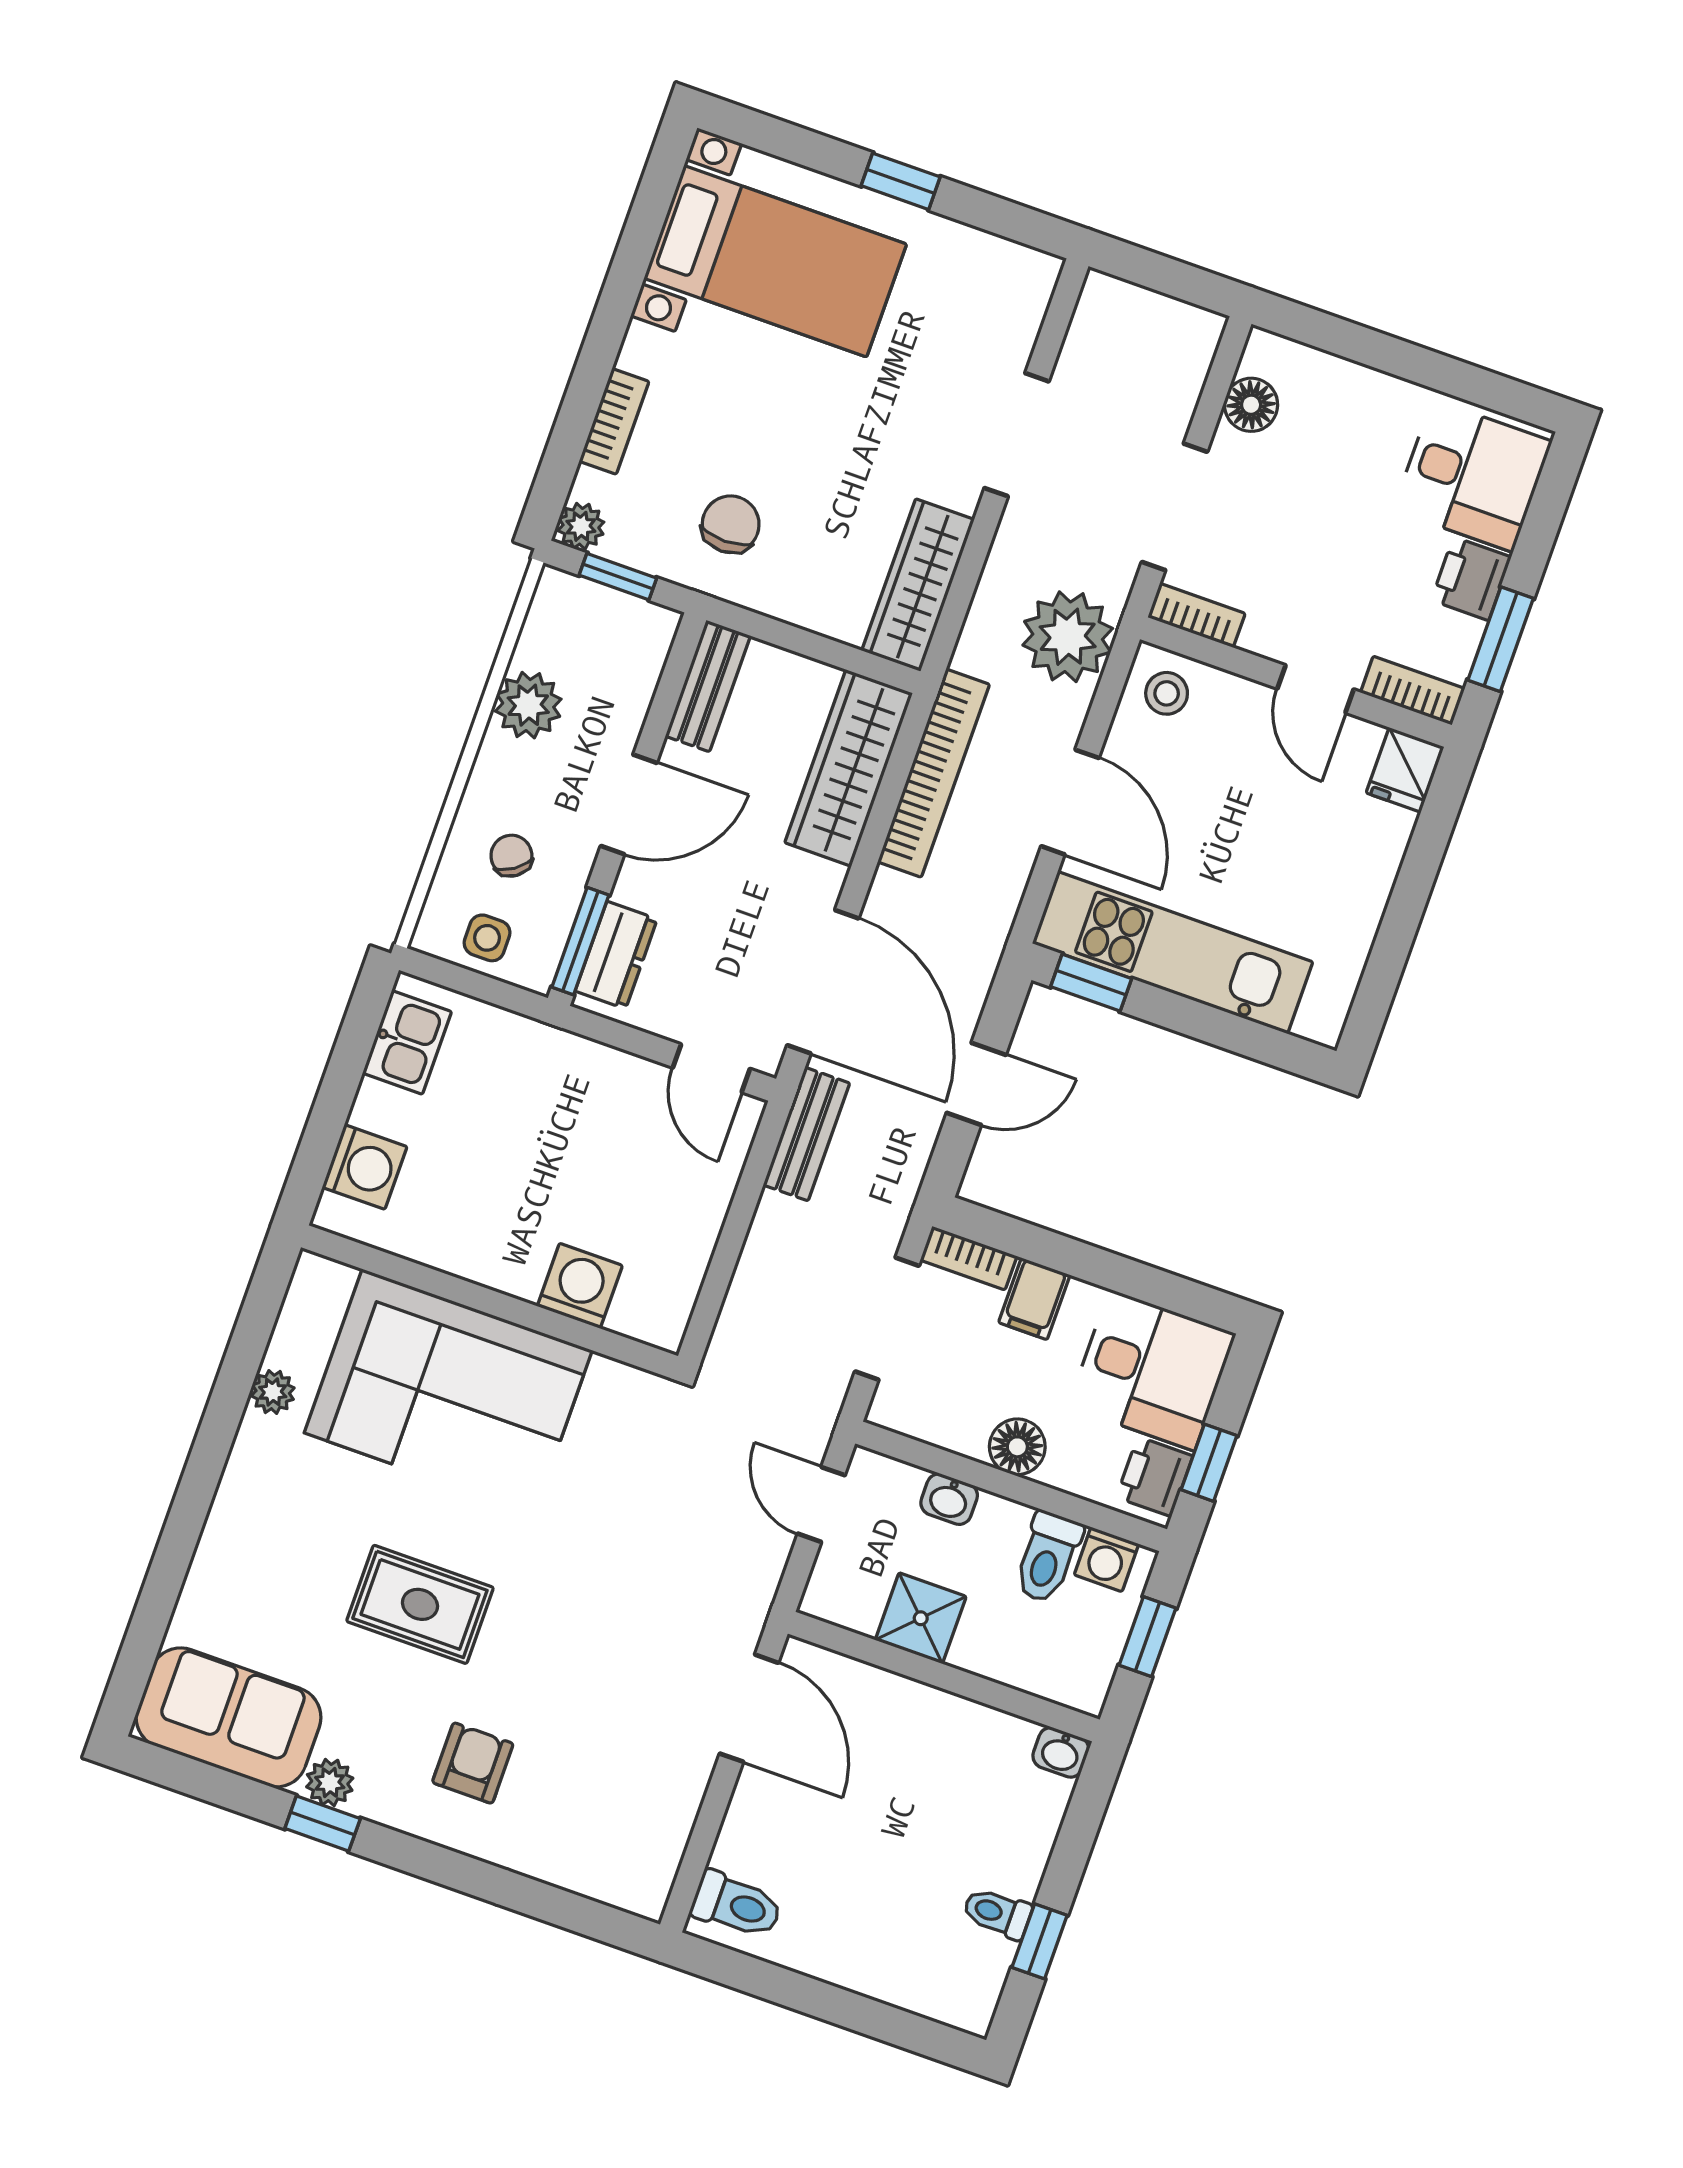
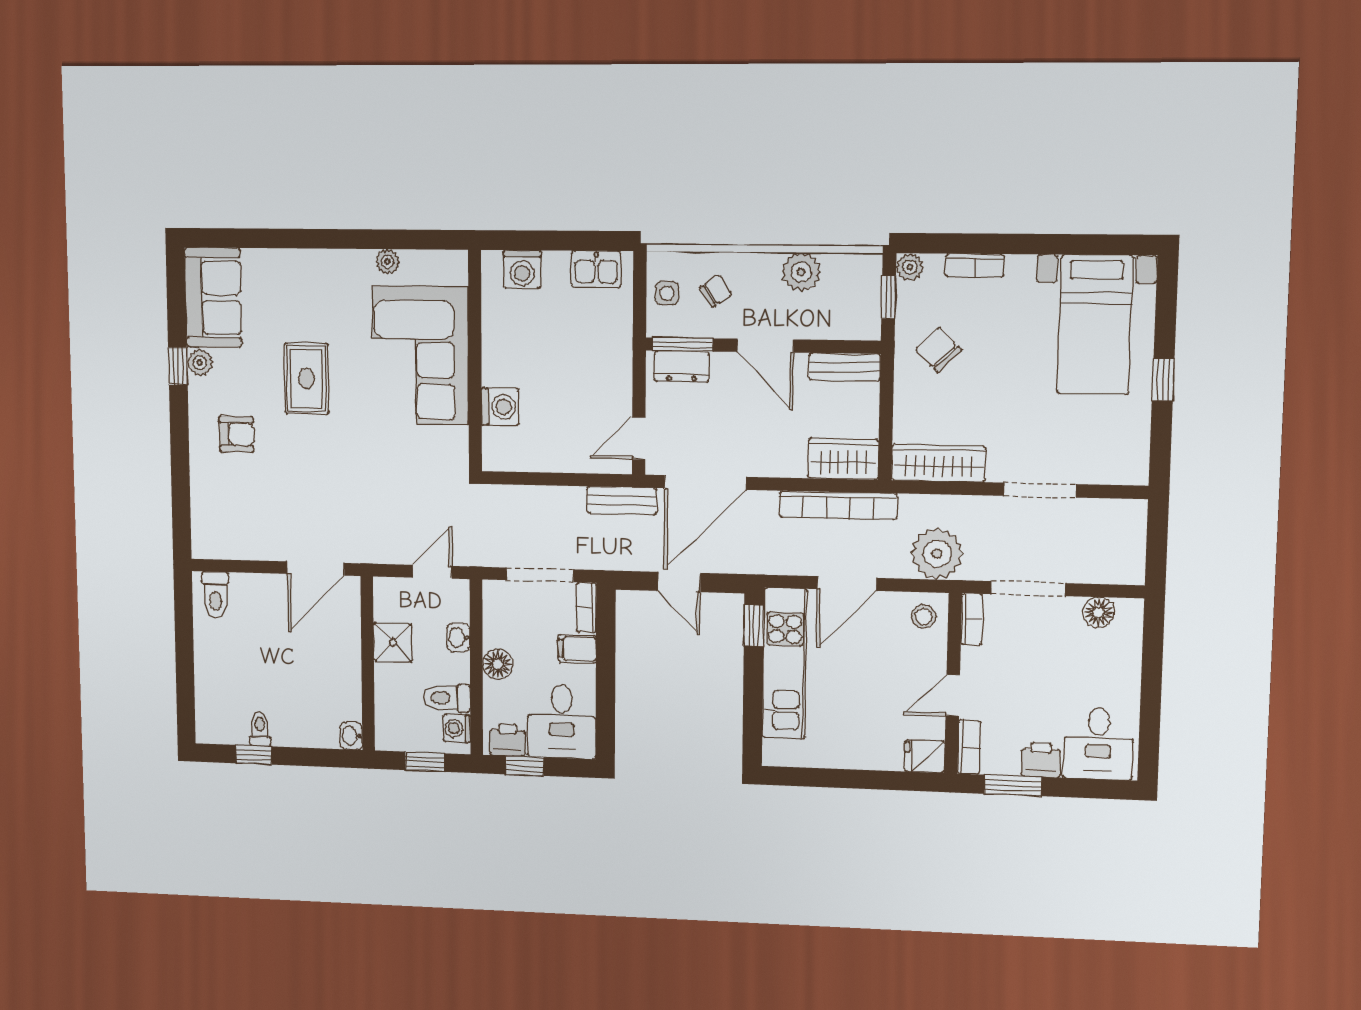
chair: (731, 524) -> (938, 350), turned -134
wardrobe: (849, 768) -> (843, 459), width x0.67

